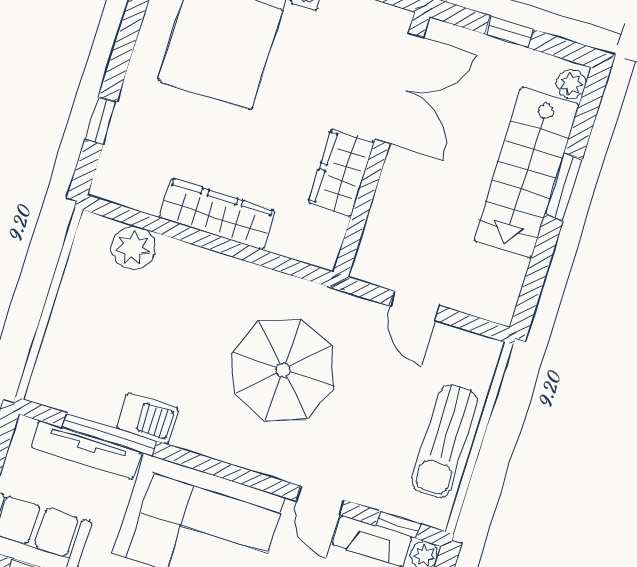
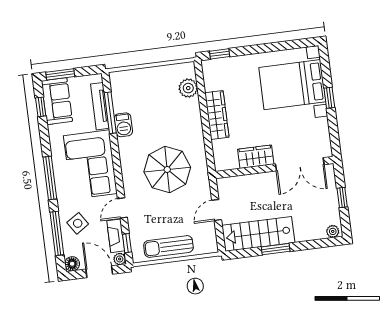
window: (101, 121) -> (220, 54), moved
stairs: (527, 173) -> (258, 234), moved
window: (564, 187) -> (276, 249), moved

